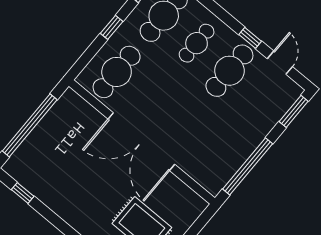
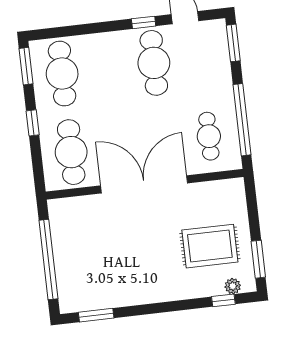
cafe table: (197, 43) -> (209, 136), moved
double door: (141, 142) -> (144, 184), swing flipped
window: (23, 193) -> (96, 315), width x1.50

